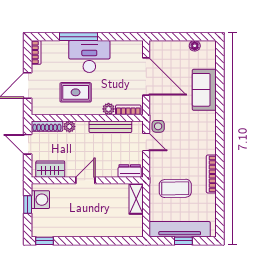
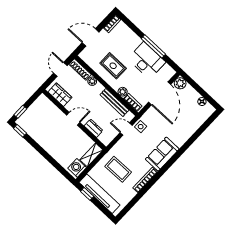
window: (79, 37) -> (153, 46), moved
plant: (157, 48) -> (180, 83), added
desk: (89, 56) -> (147, 60), moved
sofa: (204, 90) -> (162, 154), moved
door: (146, 142) -> (126, 129), swing flipped
dresser: (130, 171) -> (93, 128), moved
washing machine: (40, 200) -> (77, 168), moved, turned 180
window: (28, 204) -> (20, 112), moved
window: (183, 241) -> (87, 194), moved

